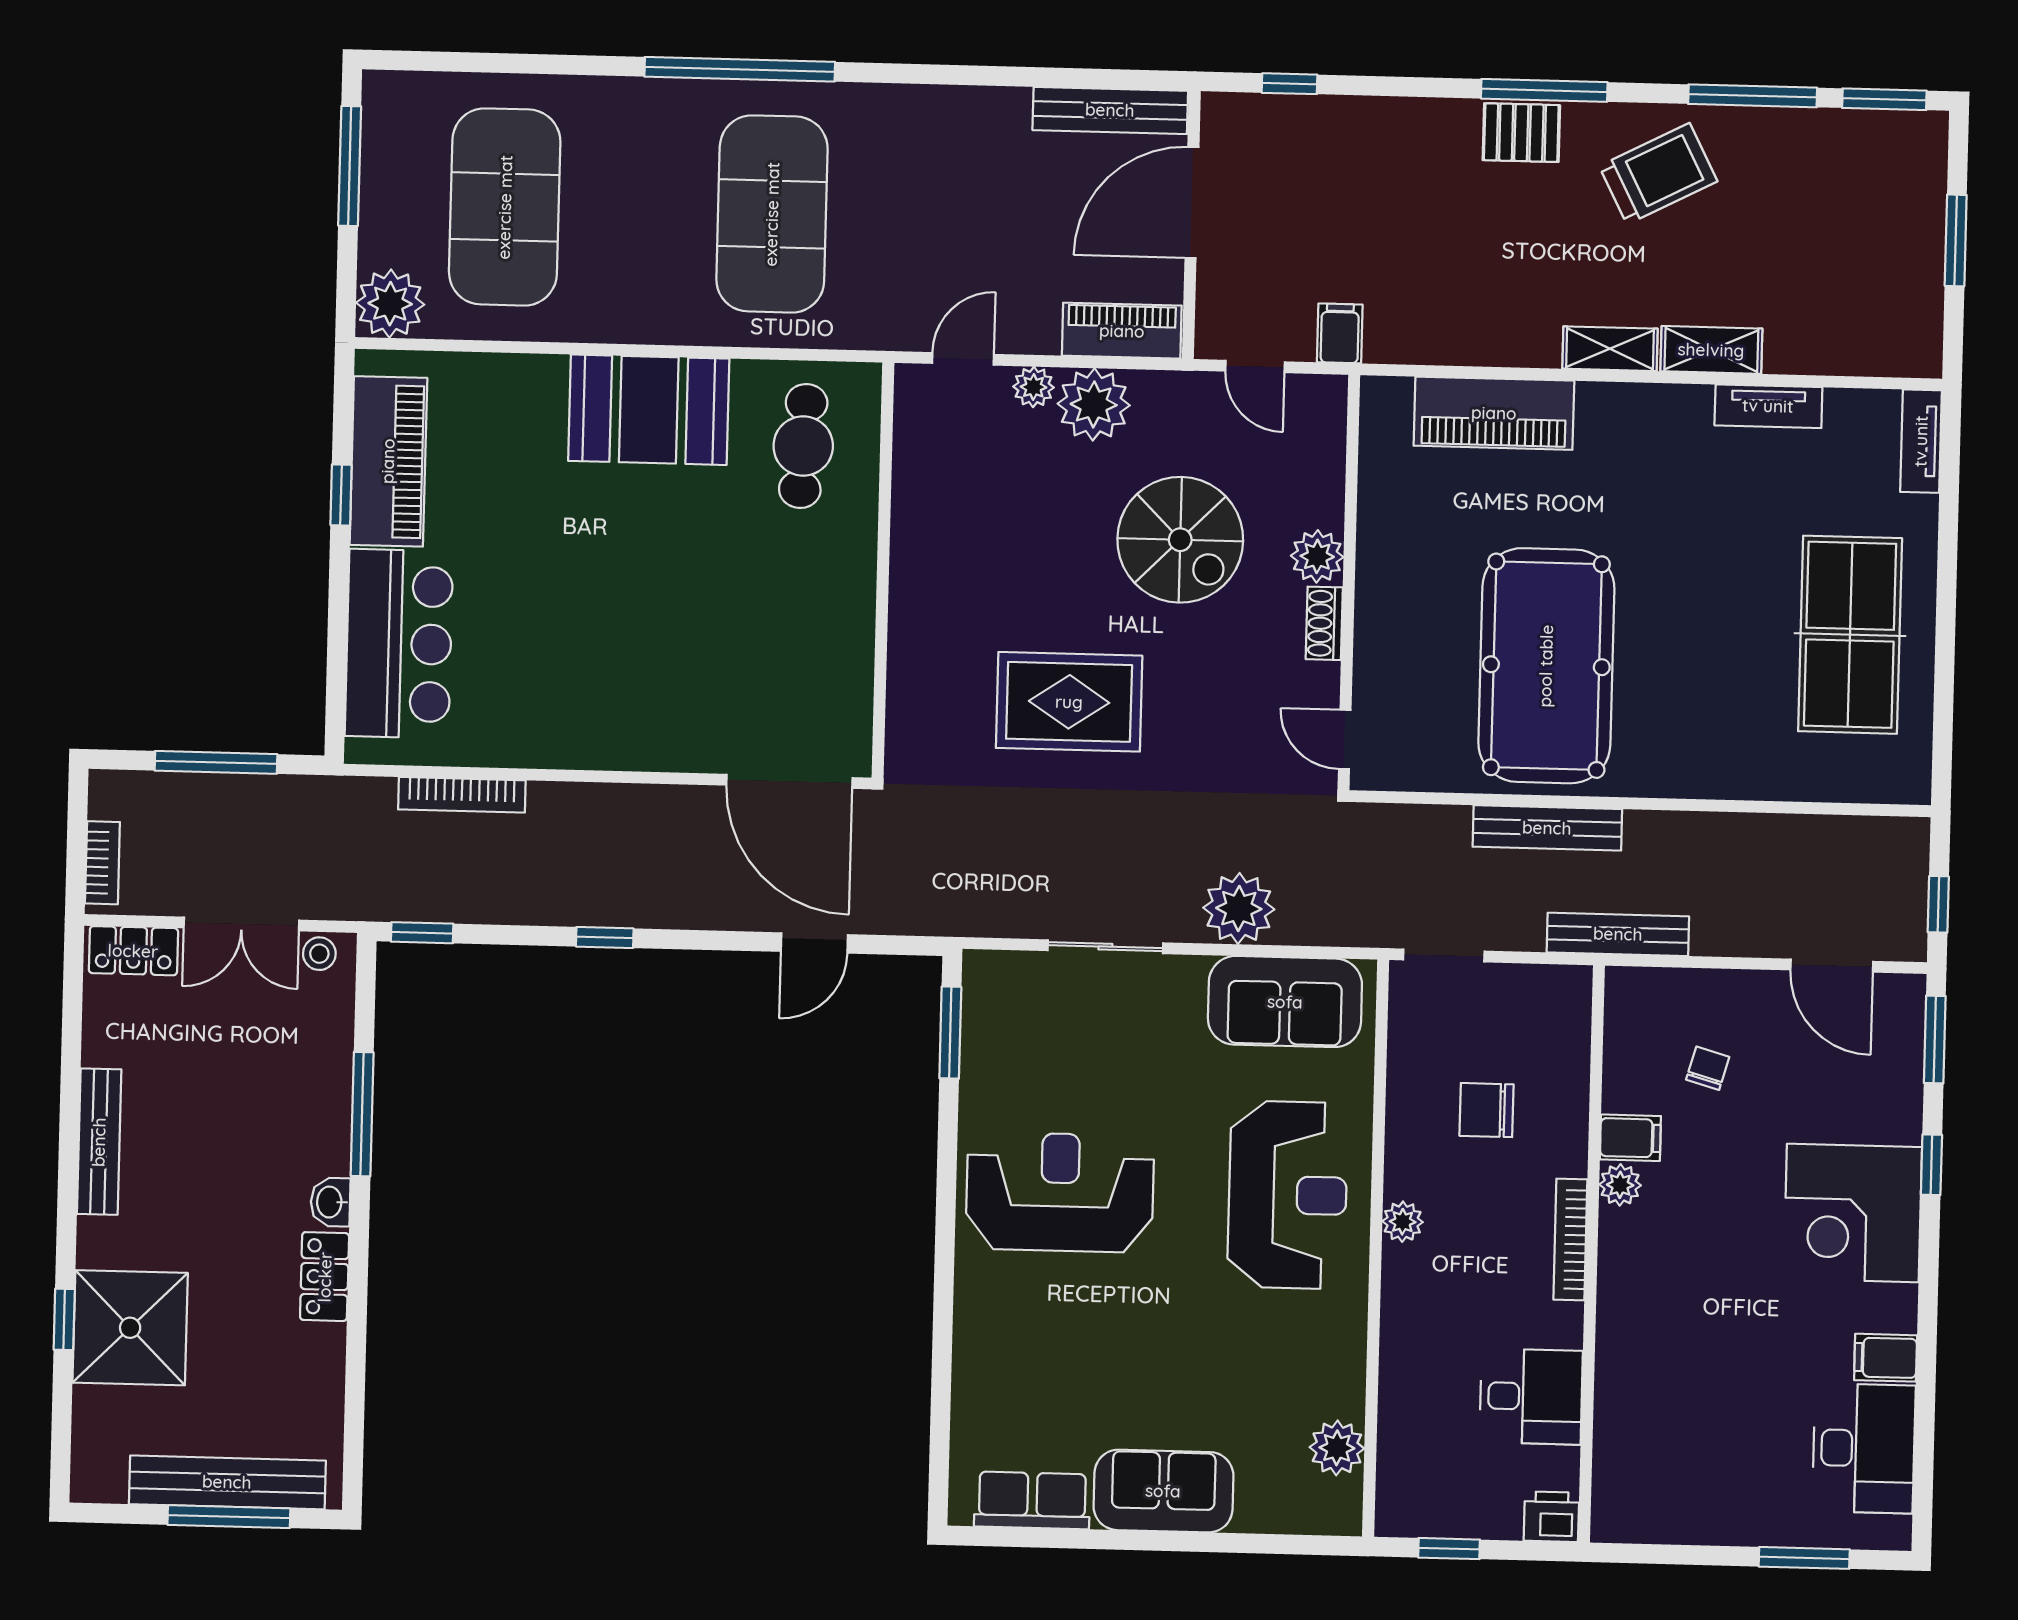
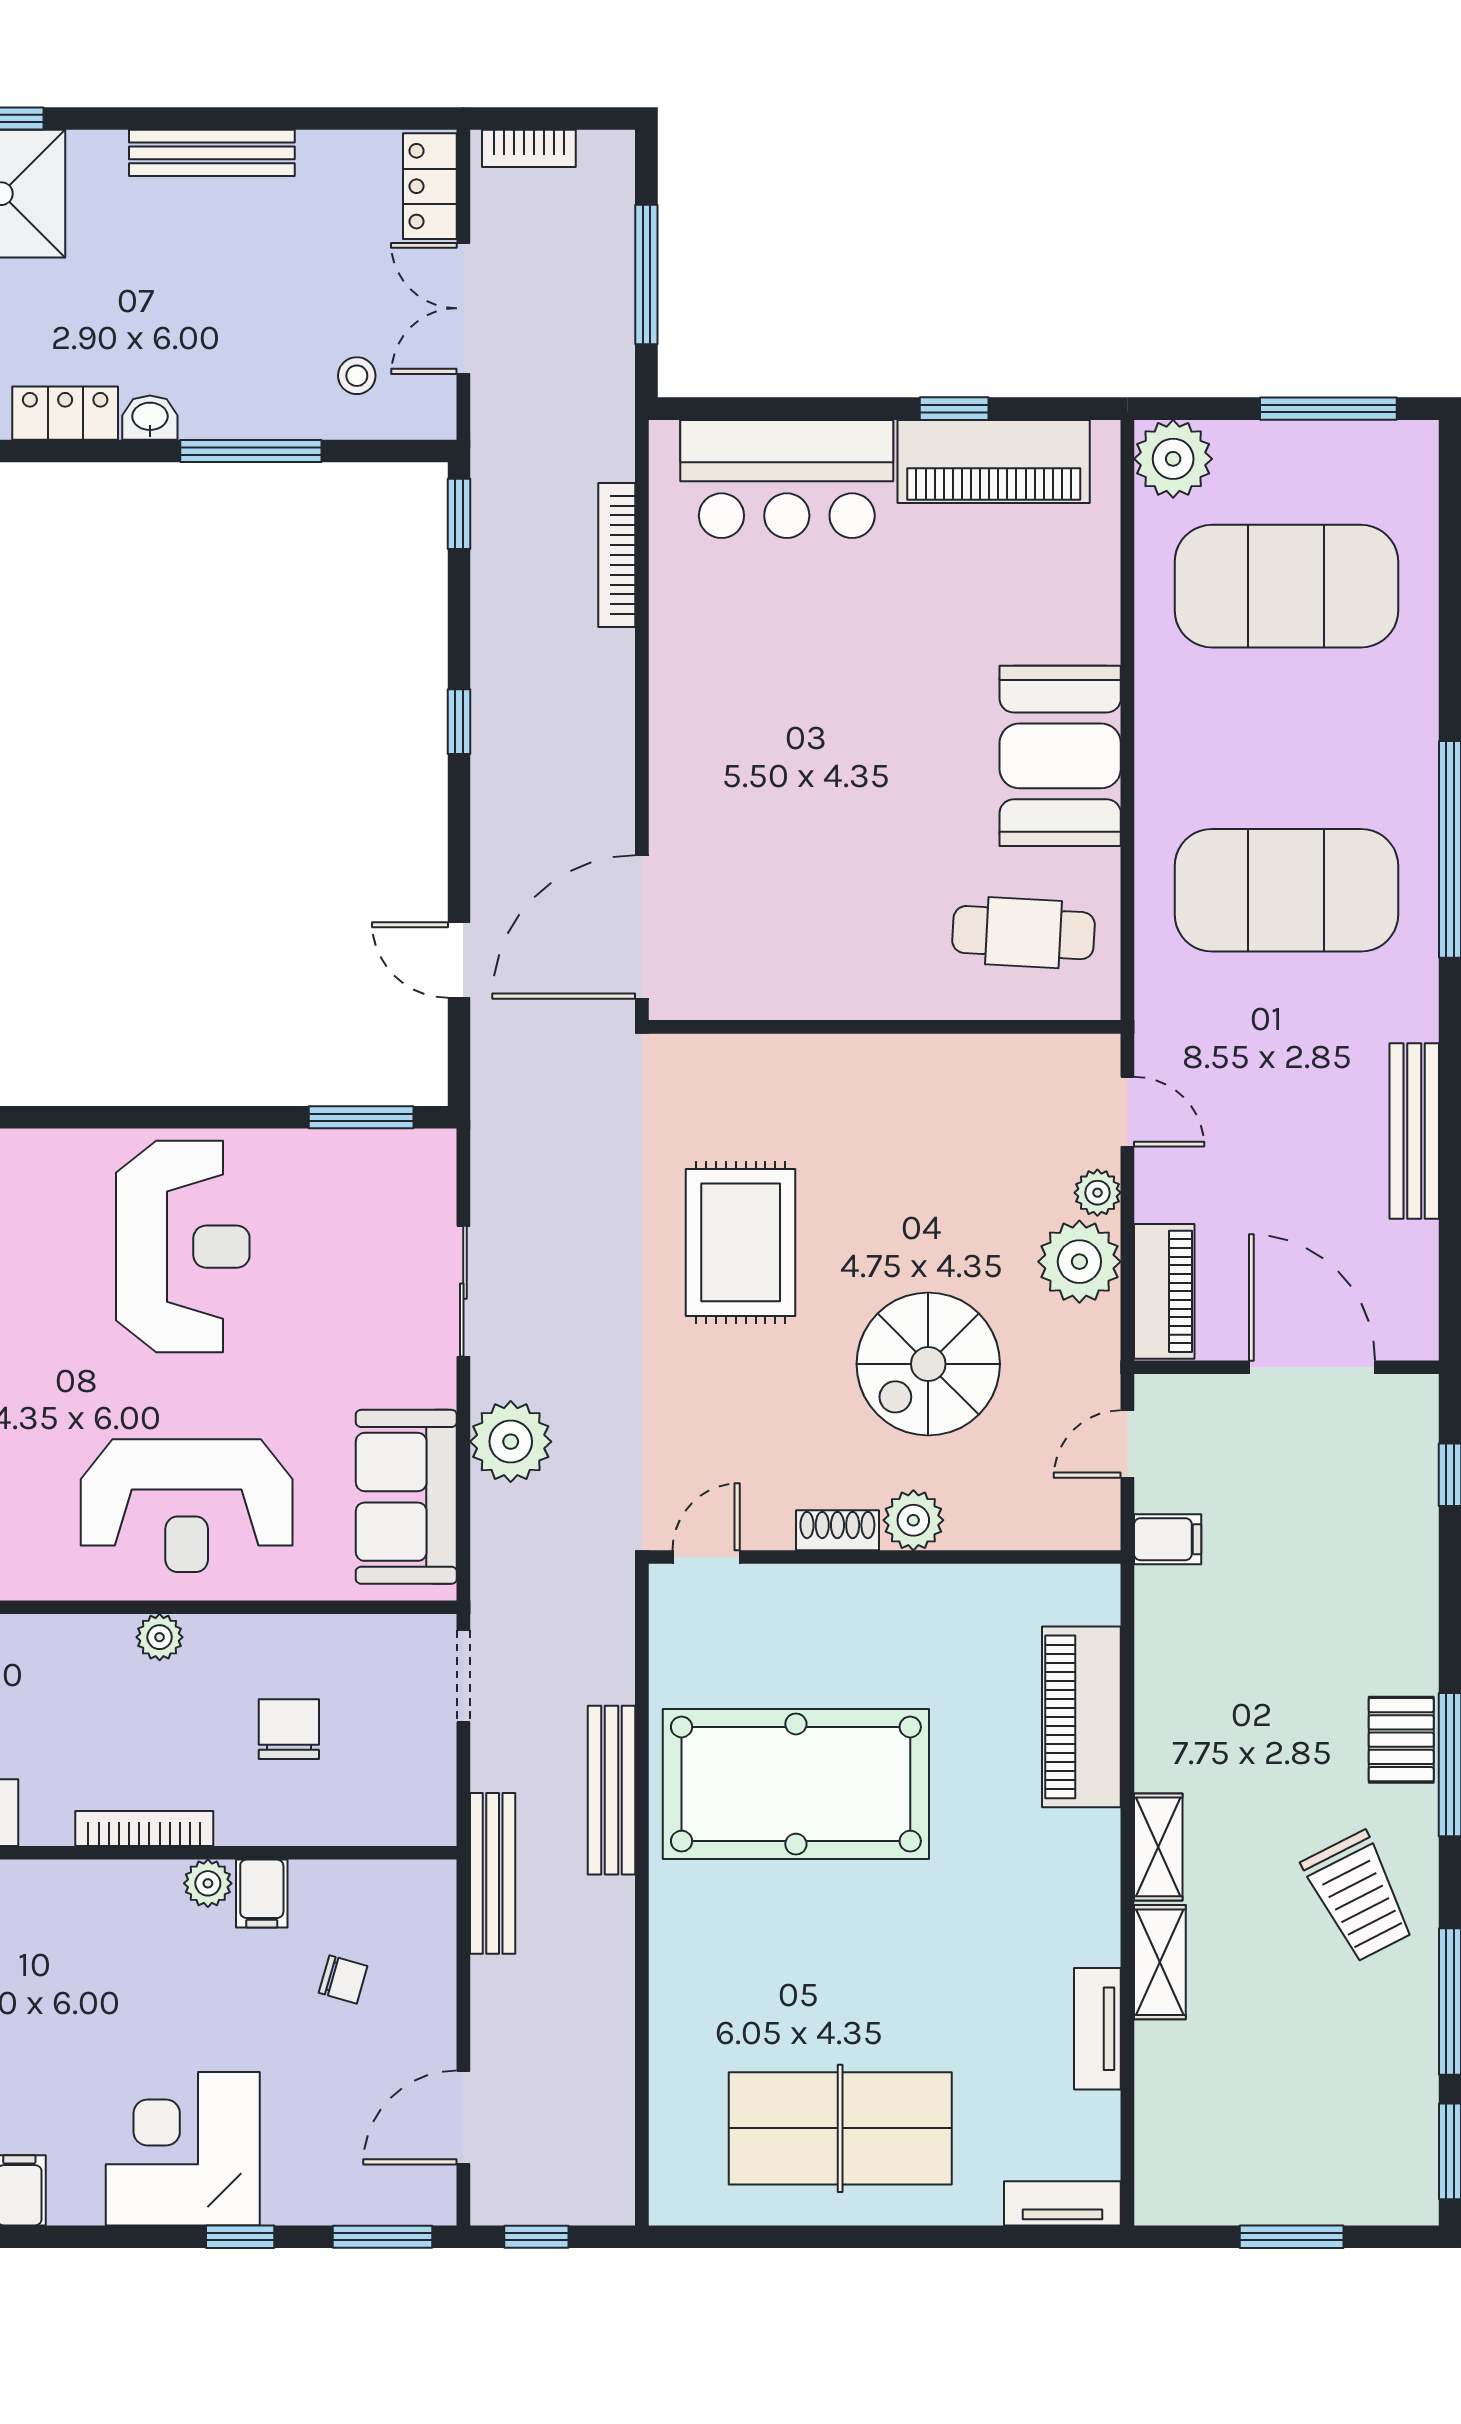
bench: (1110, 110) -> (1414, 1131), moved
stool: (319, 954) -> (357, 376), moved

